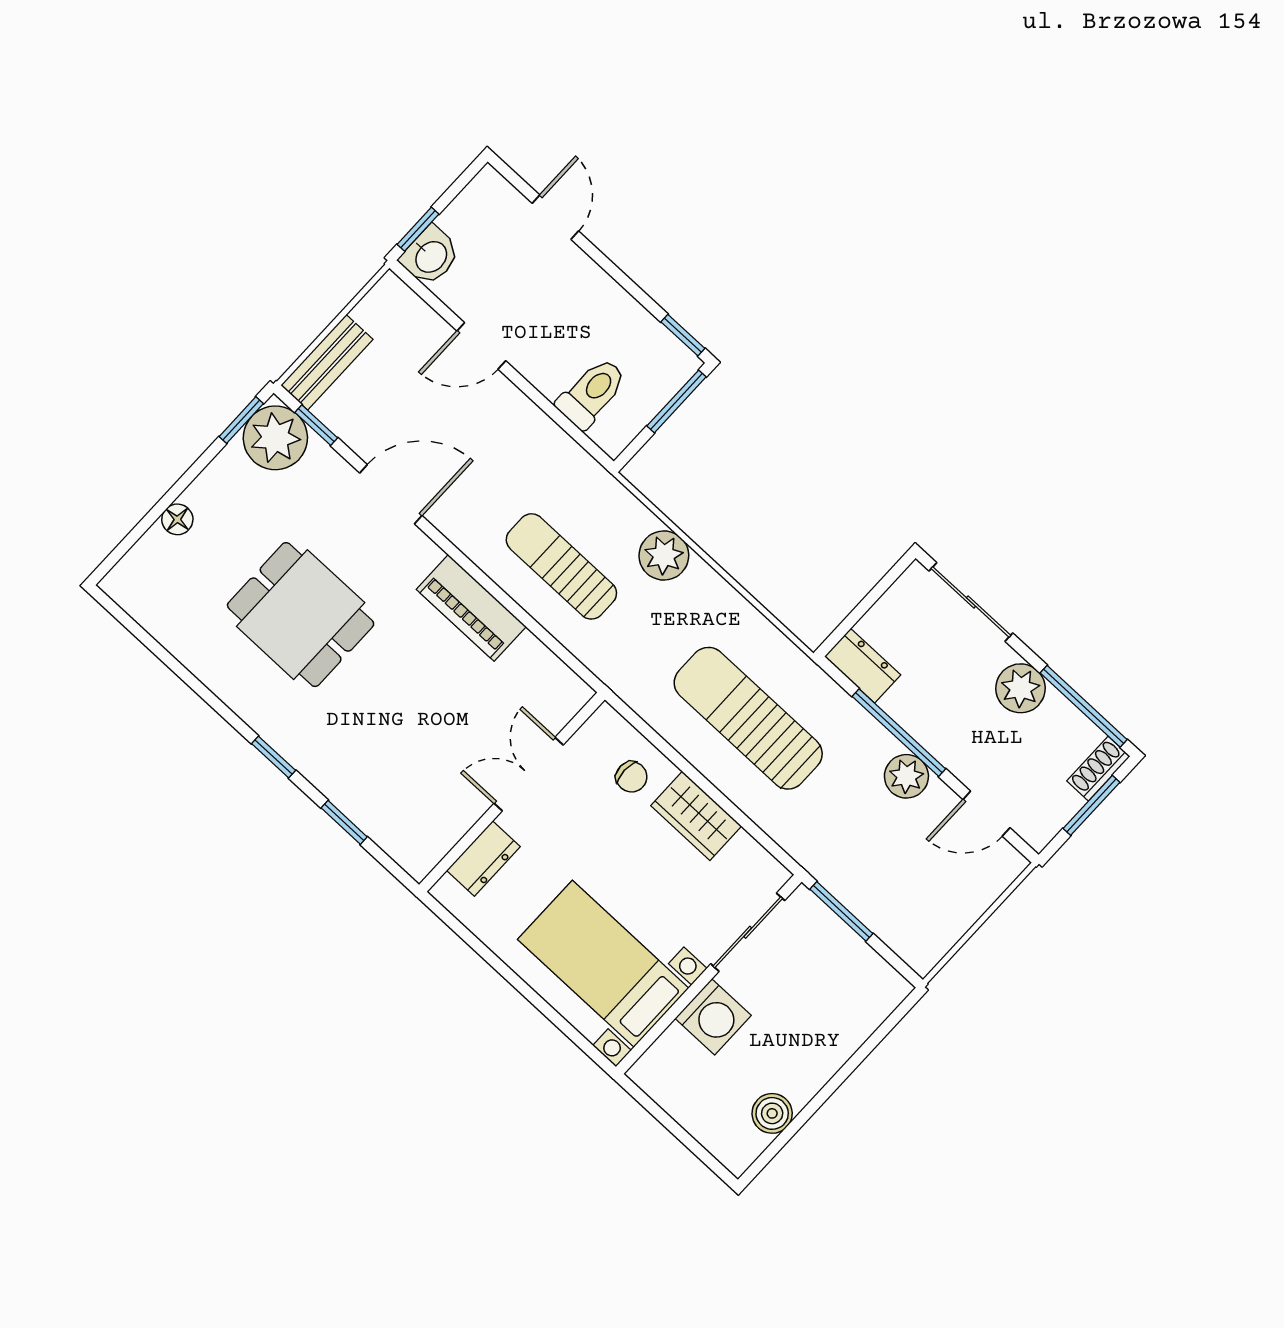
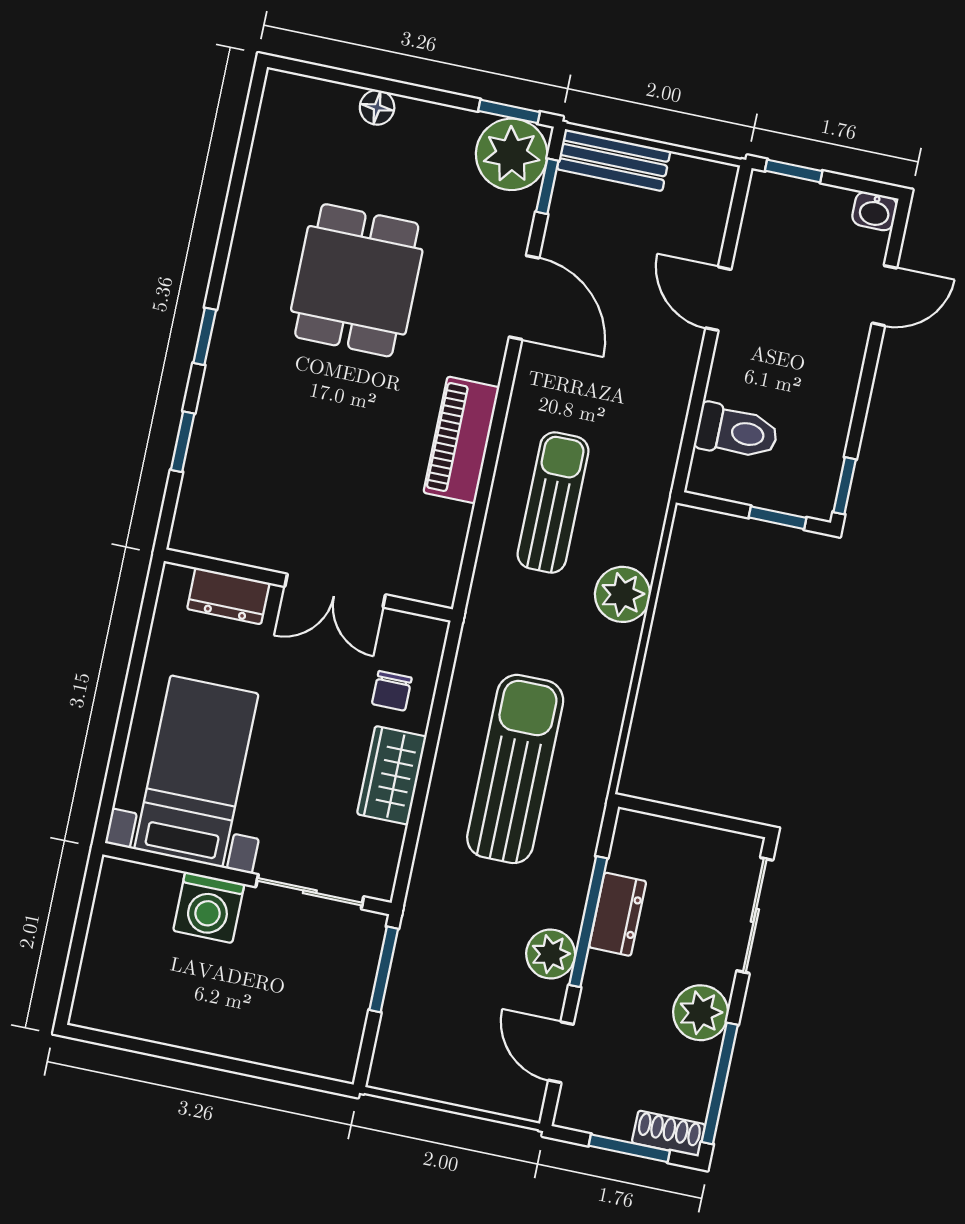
washbasin: (430, 256) -> (875, 211), moved, width x0.72, depth x0.69
window: (676, 401) -> (777, 518), width x0.67
dresser: (863, 666) -> (618, 914), moved
double door: (529, 774) -> (335, 591), swing flipped
boiler: (772, 1113) -> (150, 1019), removed

